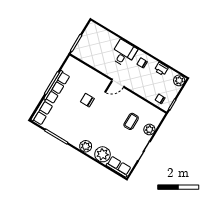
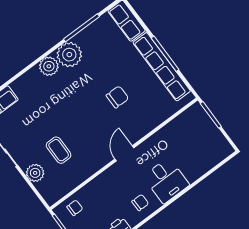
row of seats: (57, 87) -> (162, 67), width x1.36
plant: (103, 154) -> (69, 55), moved

